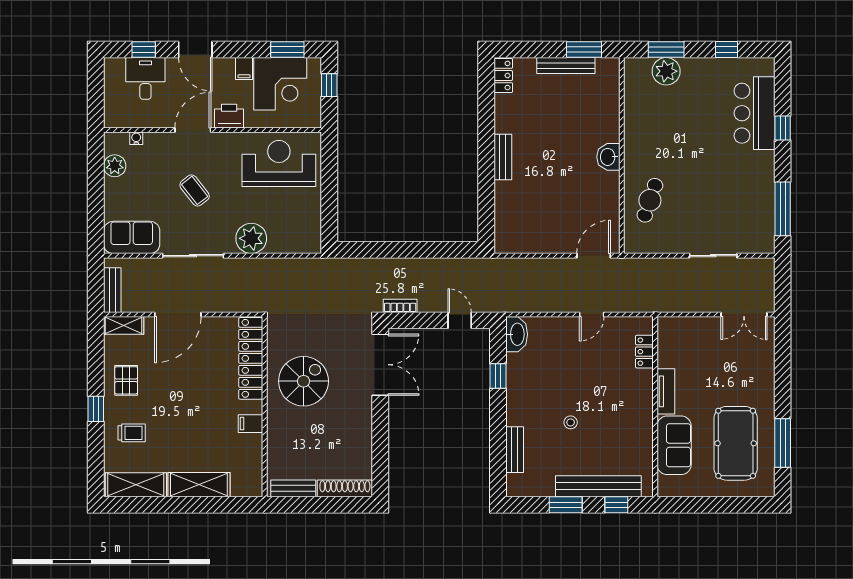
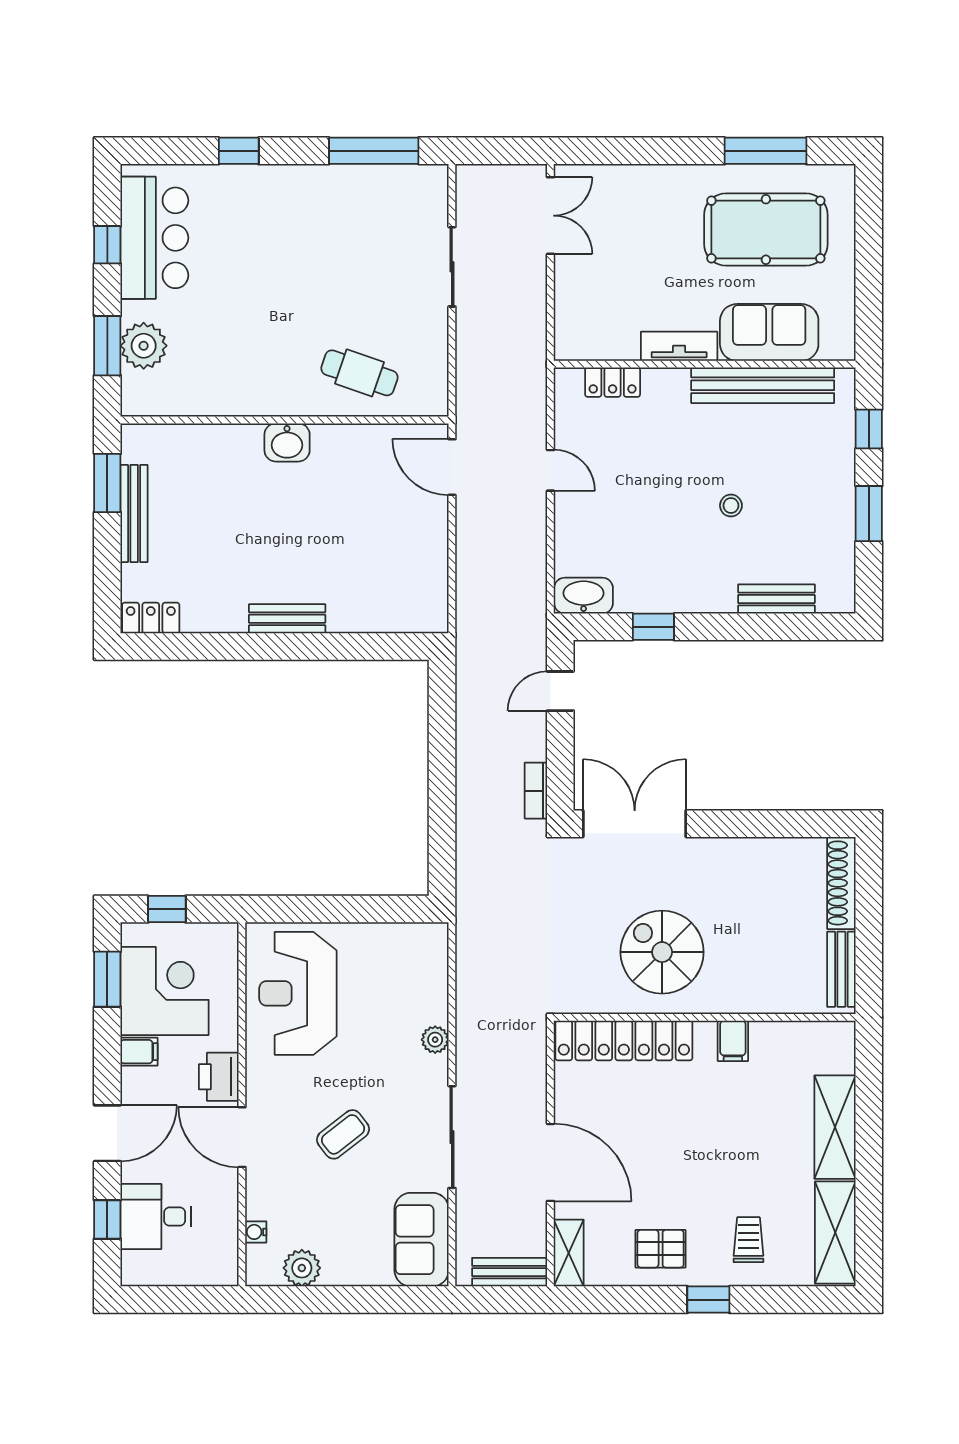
bar counter: (754, 113) -> (154, 238), moved, turned -90
plant: (251, 238) -> (435, 1040), width x0.53, depth x0.53
bench: (598, 486) -> (763, 385), moved, turned 90

